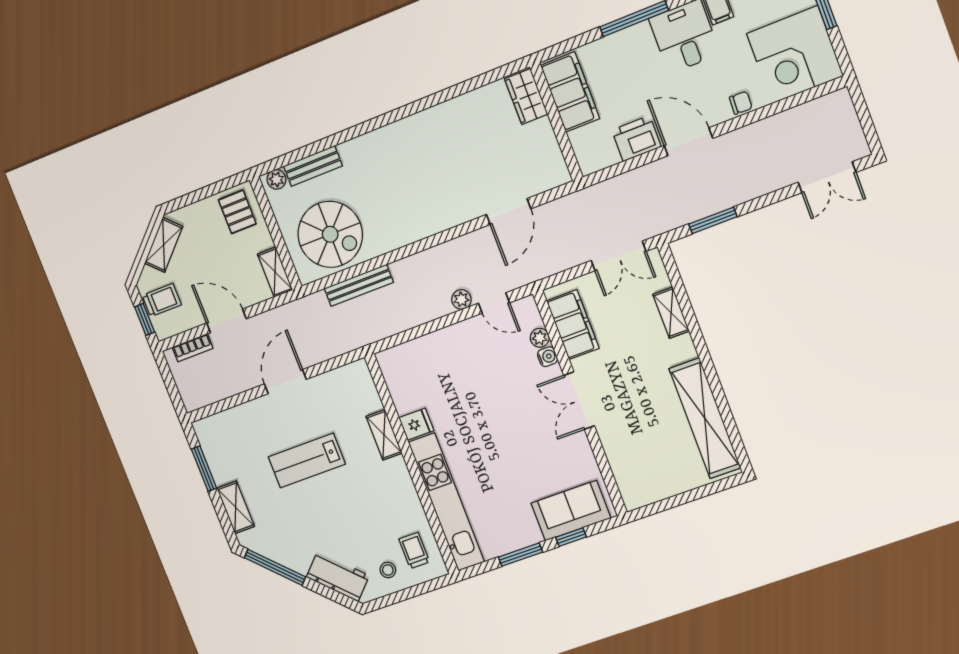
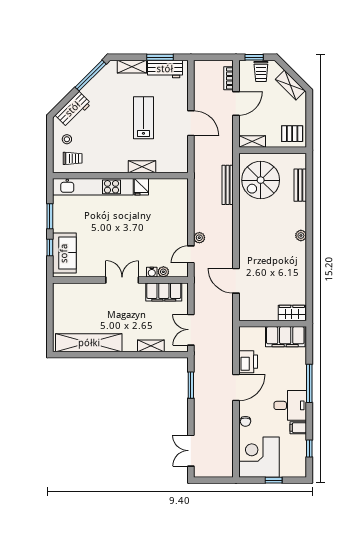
plant: (276, 179) -> (301, 235), moved
workbench: (219, 454) -> (165, 69), added

